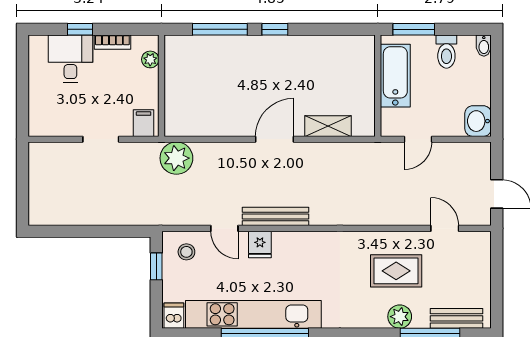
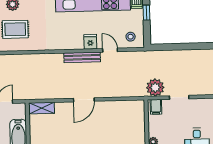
shelving: (328, 126) -> (41, 108), moved
plant: (176, 158) -> (155, 88), moved
window: (156, 266) -> (146, 13), moved

